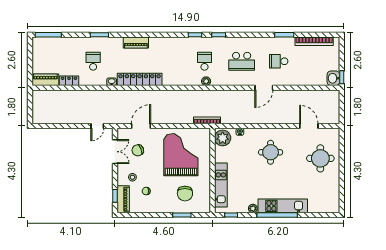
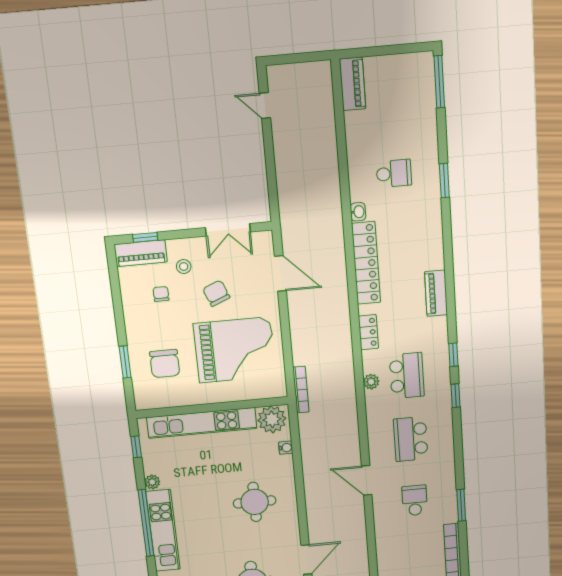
piano: (136, 42) -> (436, 293), moved
school desk: (205, 61) -> (407, 376), width x1.85
locker: (69, 81) -> (368, 332), moved
door: (97, 126) -> (265, 106), moved
chair: (138, 150) -> (216, 293), moved
kitchen unit: (221, 185) -> (202, 423), width x1.36
chair: (185, 194) -> (165, 364), turned -90

